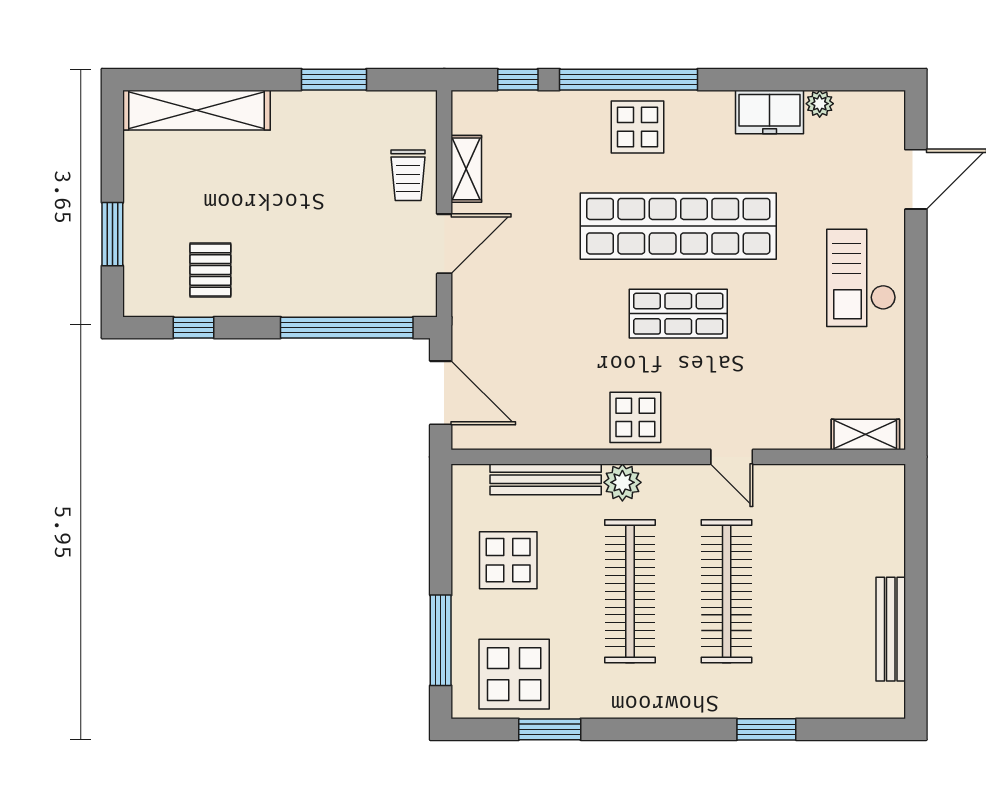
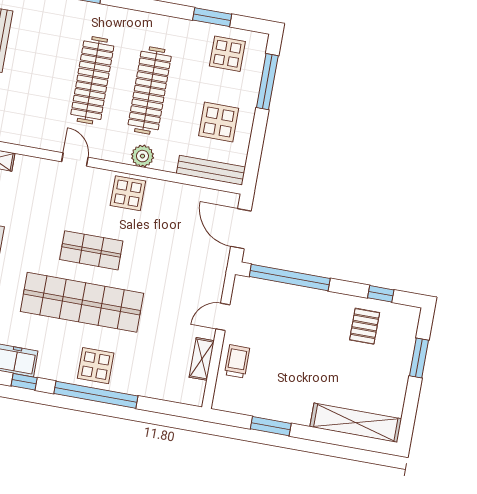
window: (518, 80) -> (24, 382), moved
door: (444, 244) -> (223, 317), width x0.73
bench: (546, 479) -> (211, 170), moved
display table: (514, 674) -> (227, 54), width x0.73, depth x0.73

